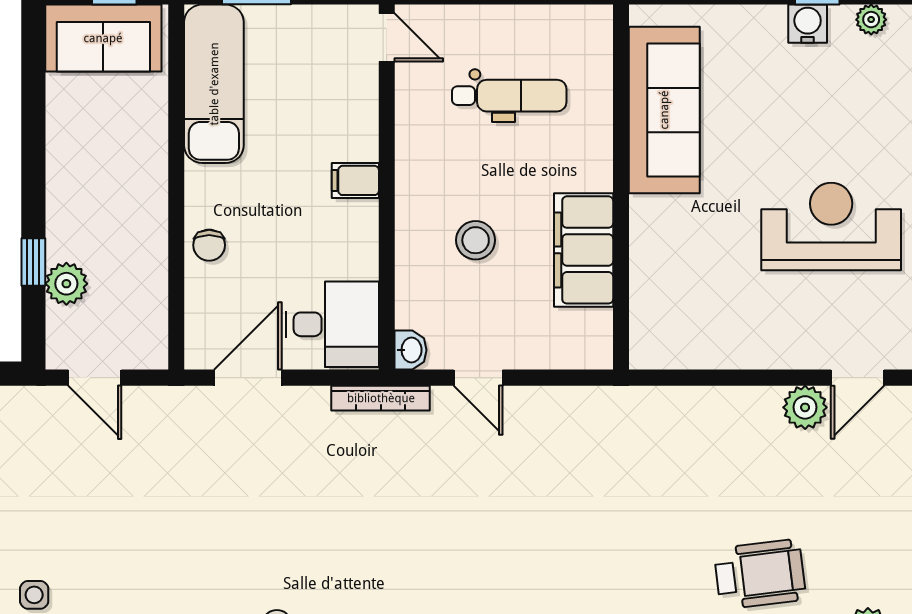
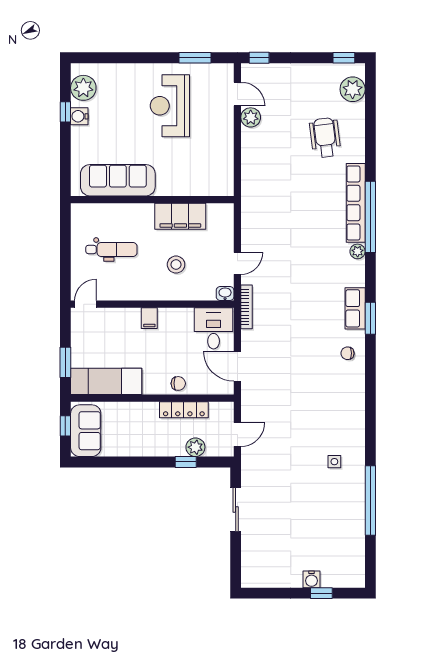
plant: (871, 20) -> (83, 88), width x1.88, depth x1.88
dental chair: (509, 96) -> (111, 249), turned 90
locker: (150, 258) -> (184, 410), added

